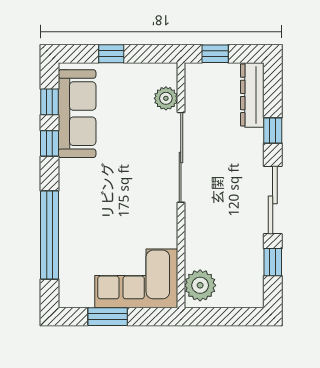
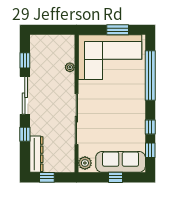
window: (215, 54) -> (47, 177), moved
plant: (166, 98) -> (85, 163), moved
sofa: (77, 114) -> (121, 162), moved, turned 90
corner sofa: (136, 278) -> (110, 57), width x1.36, depth x1.36
plant: (200, 285) -> (70, 67), moved, width x0.53, depth x0.53

